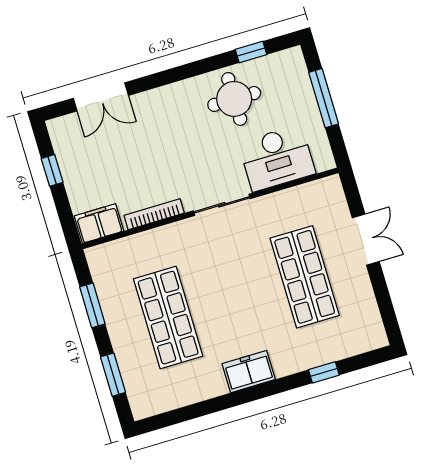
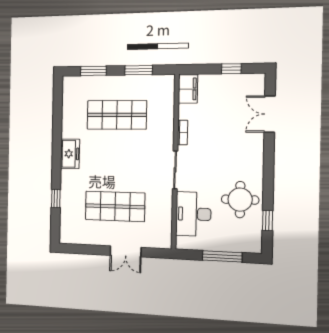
bookcase: (154, 214) -> (183, 133), width x0.64

